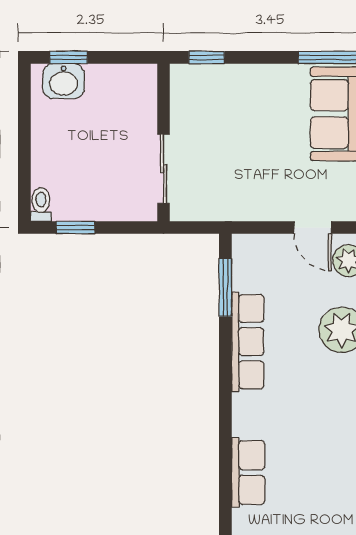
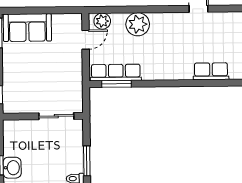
window: (75, 227) -> (87, 161), width x1.50
row of seats: (248, 342) -> (116, 73), moved

